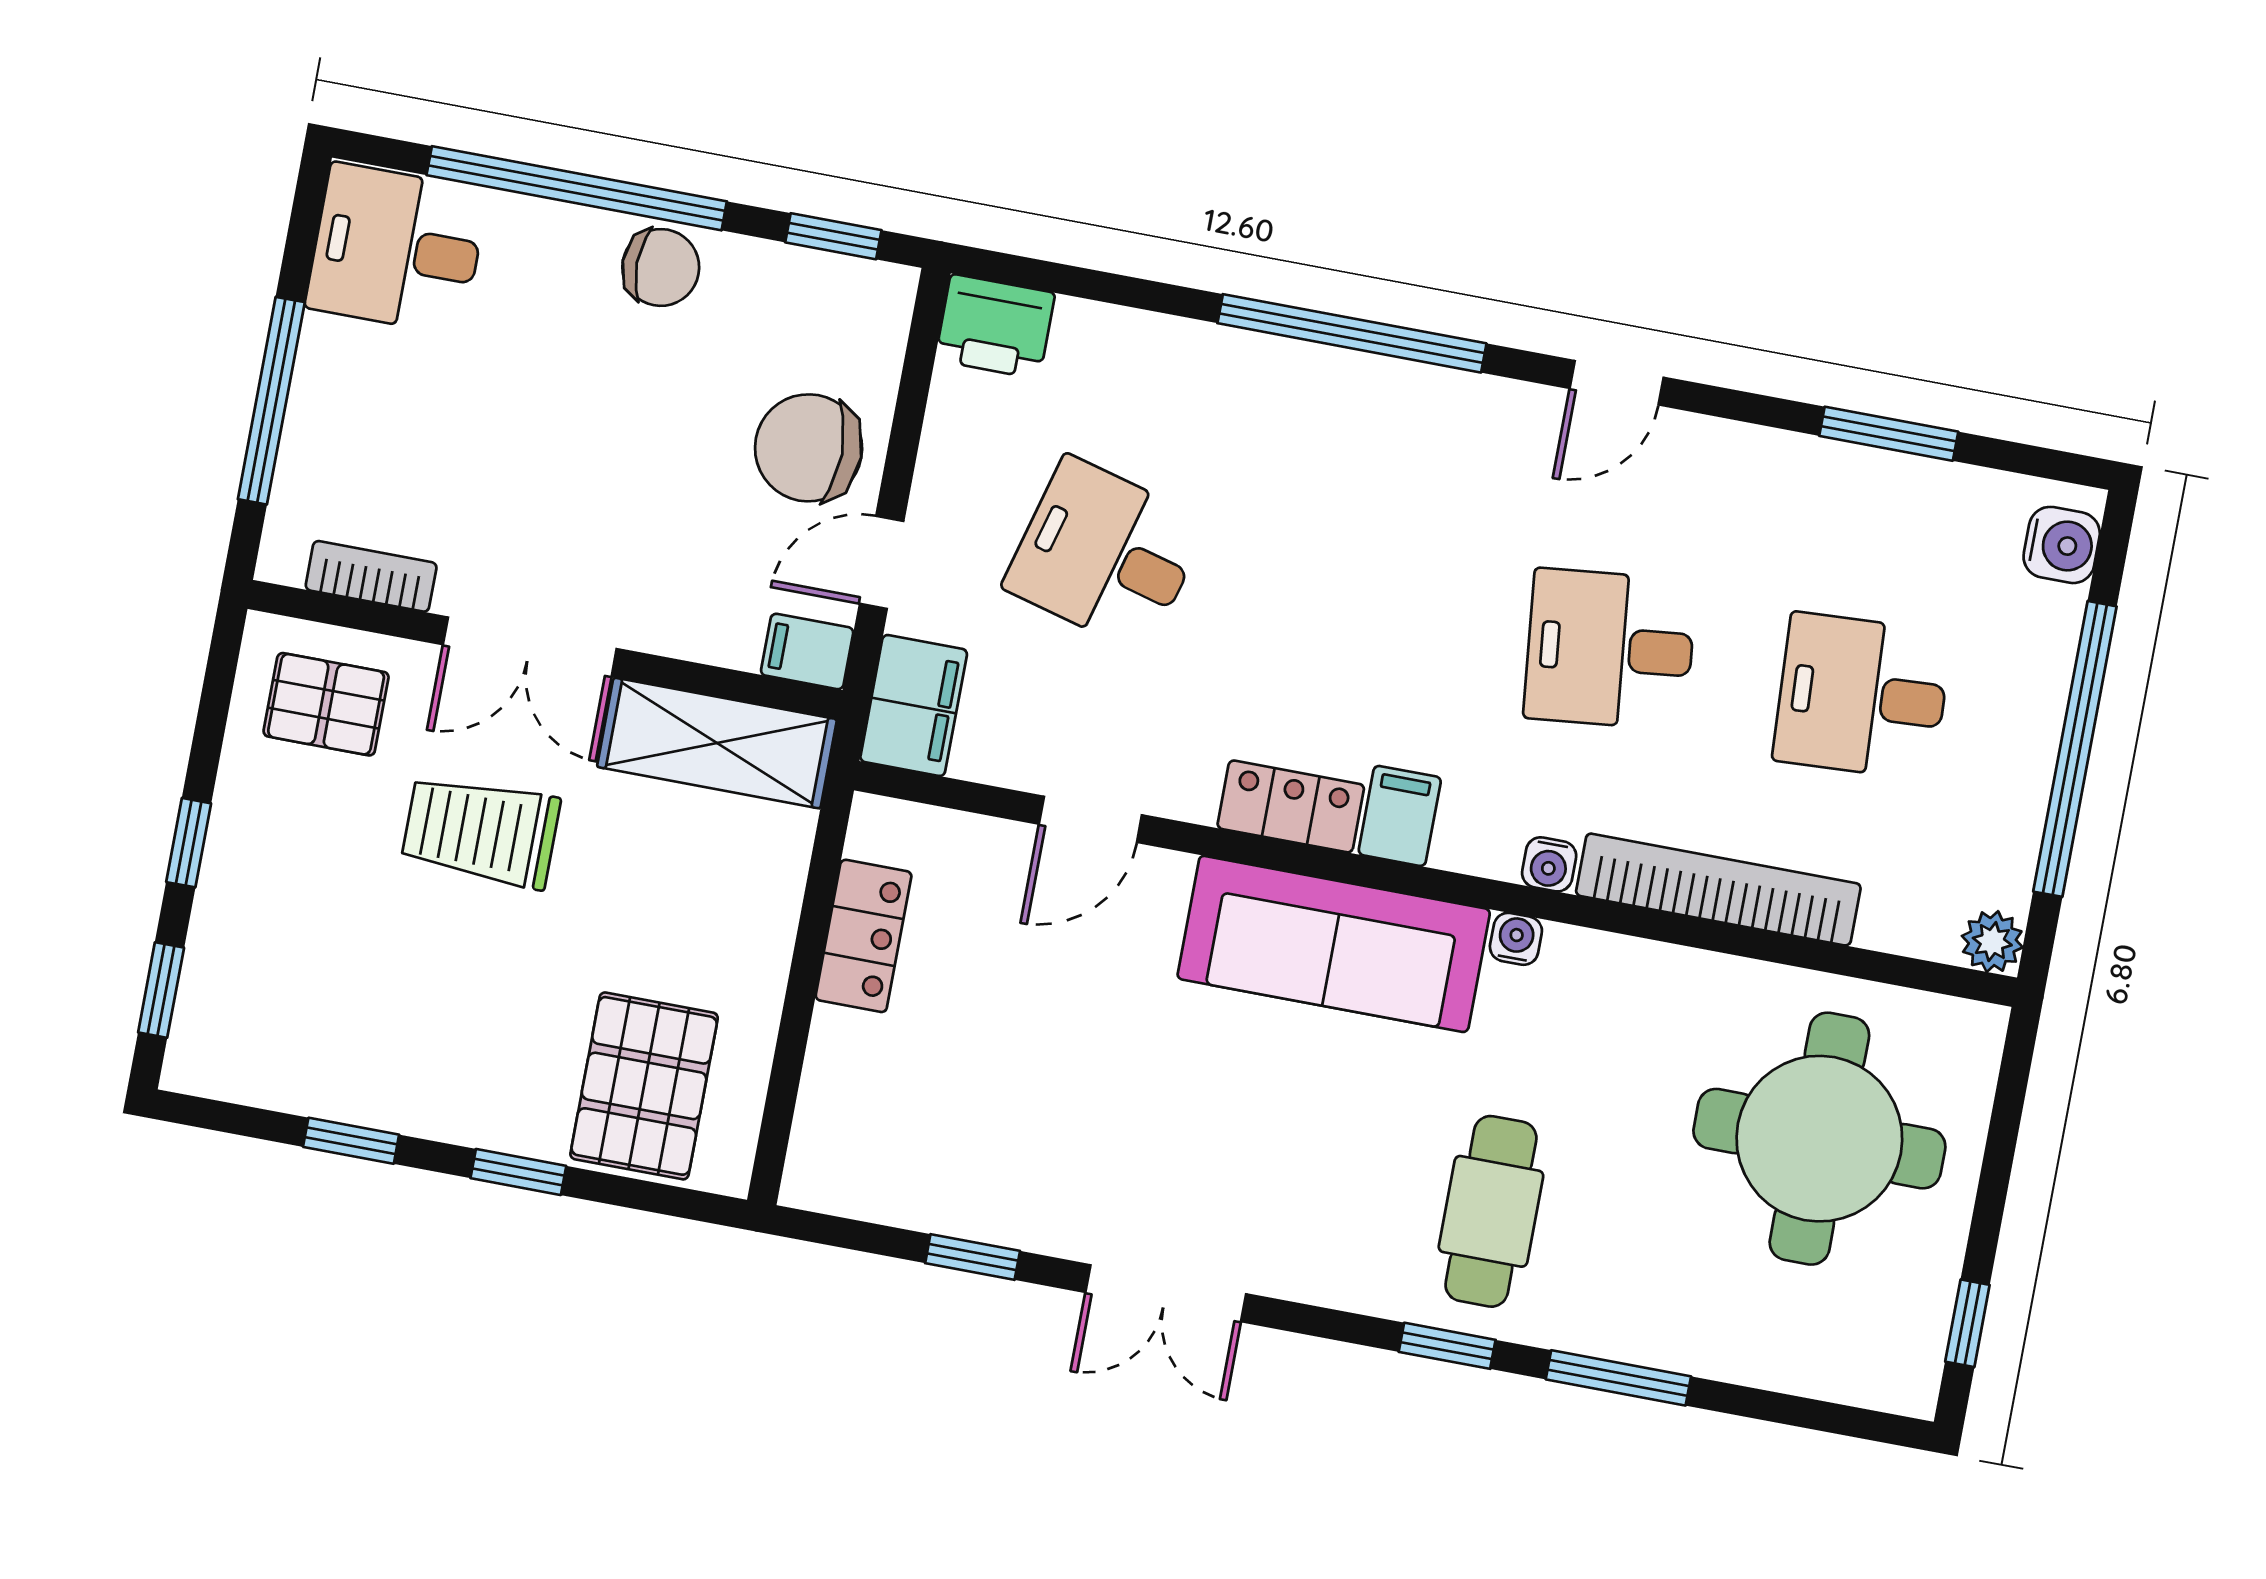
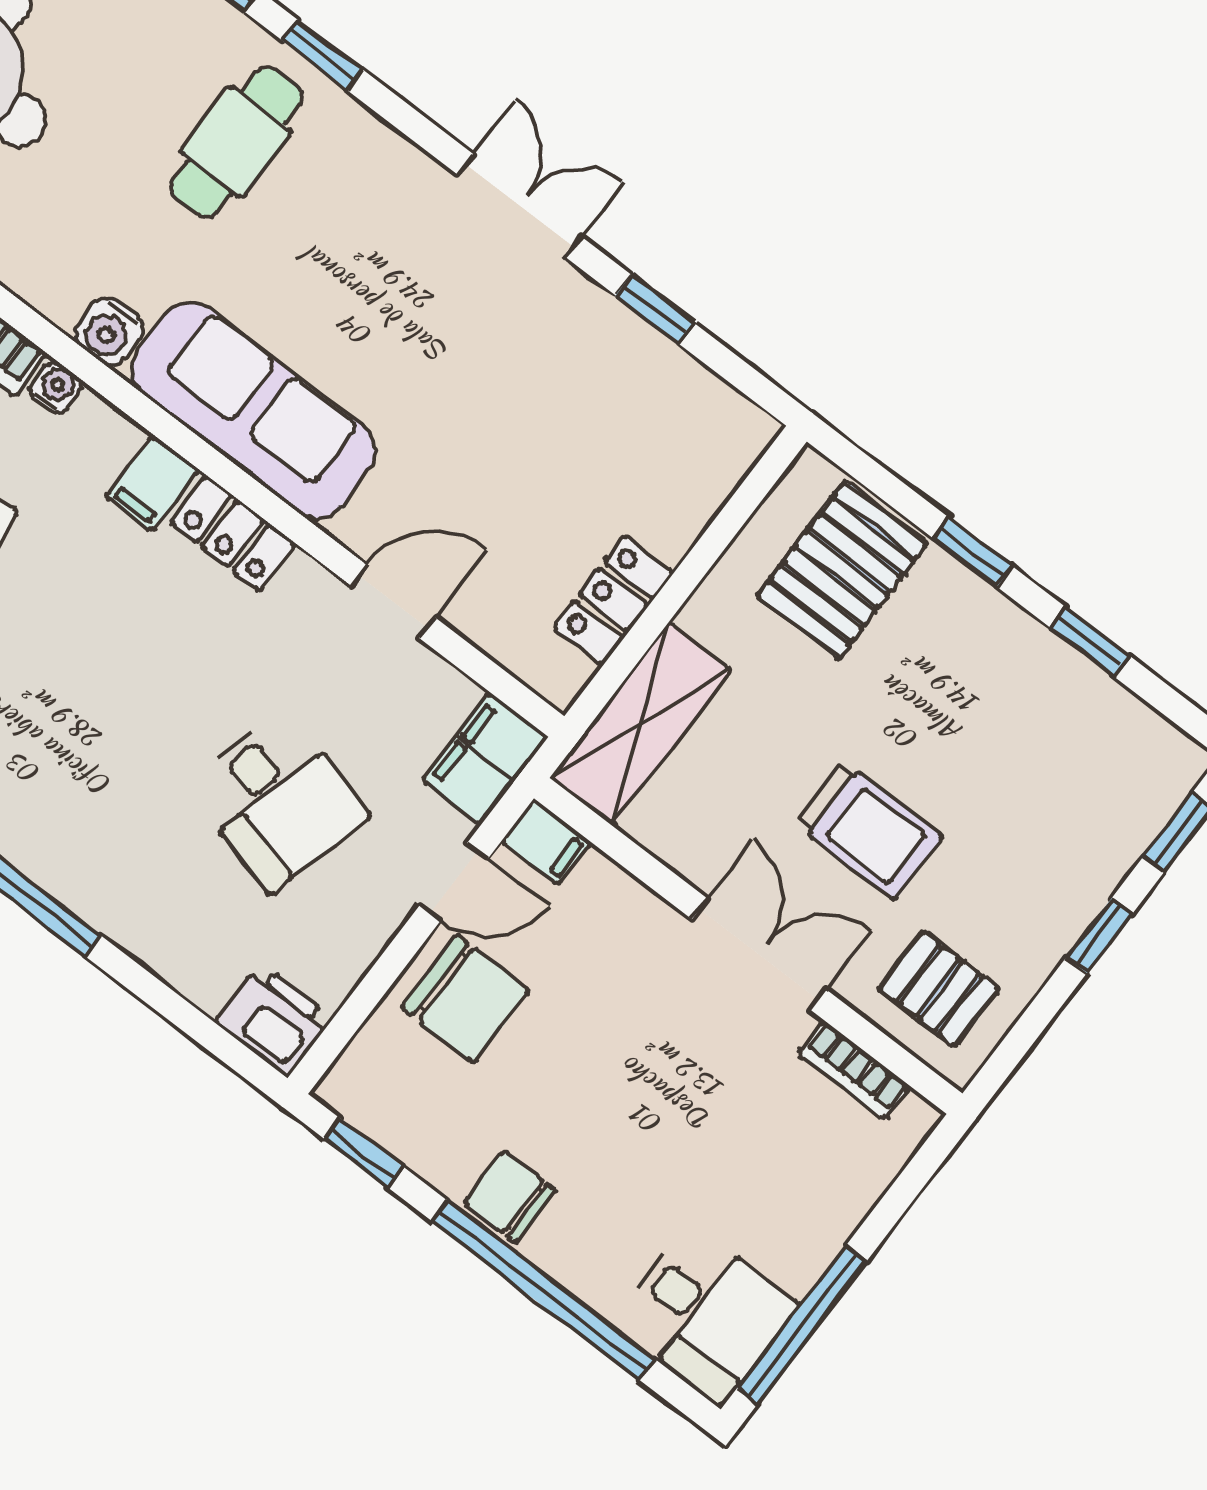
window: (271, 401) -> (802, 1325), moved
shelving: (717, 743) -> (641, 723), moved, turned 90
water cooler: (1516, 939) -> (109, 332), width x1.38, depth x1.38

